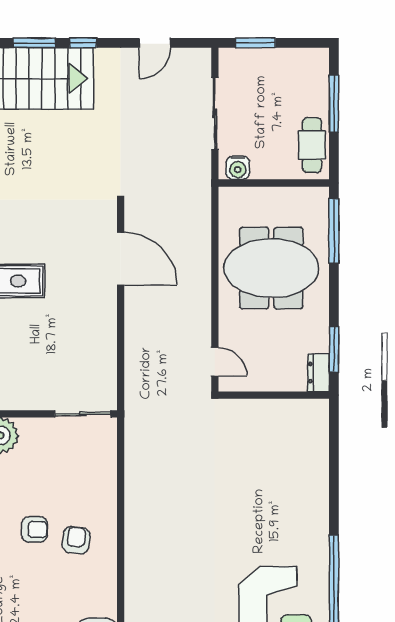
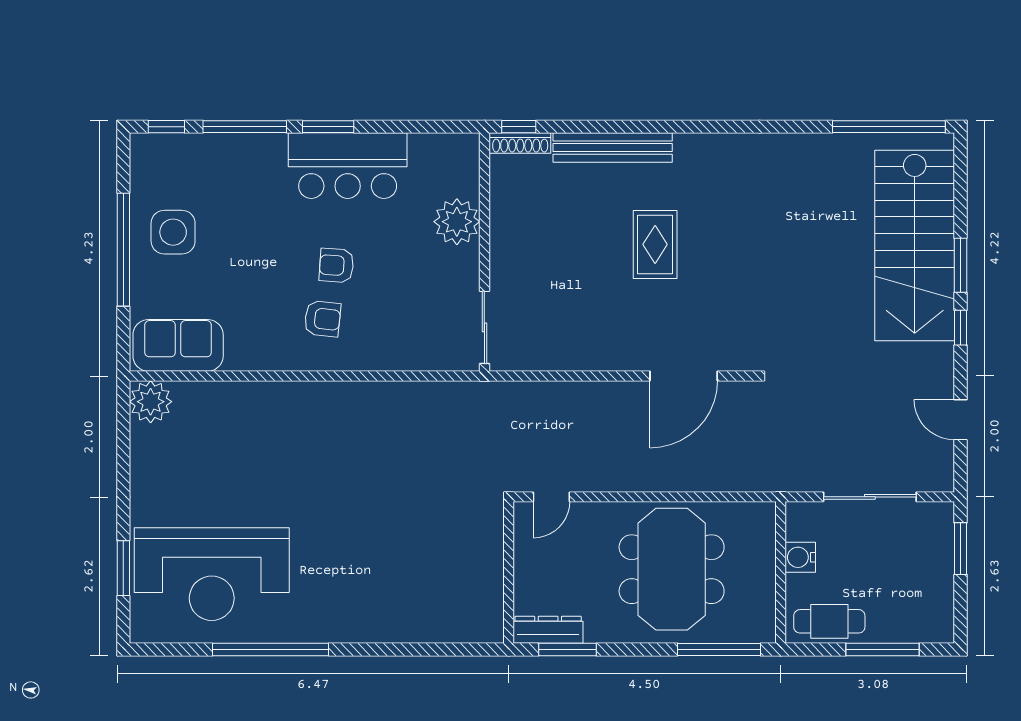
water cooler: (238, 168) -> (800, 557), moved
dresser: (319, 373) -> (548, 630), width x1.44
armchair: (34, 529) -> (336, 265), turned 94

